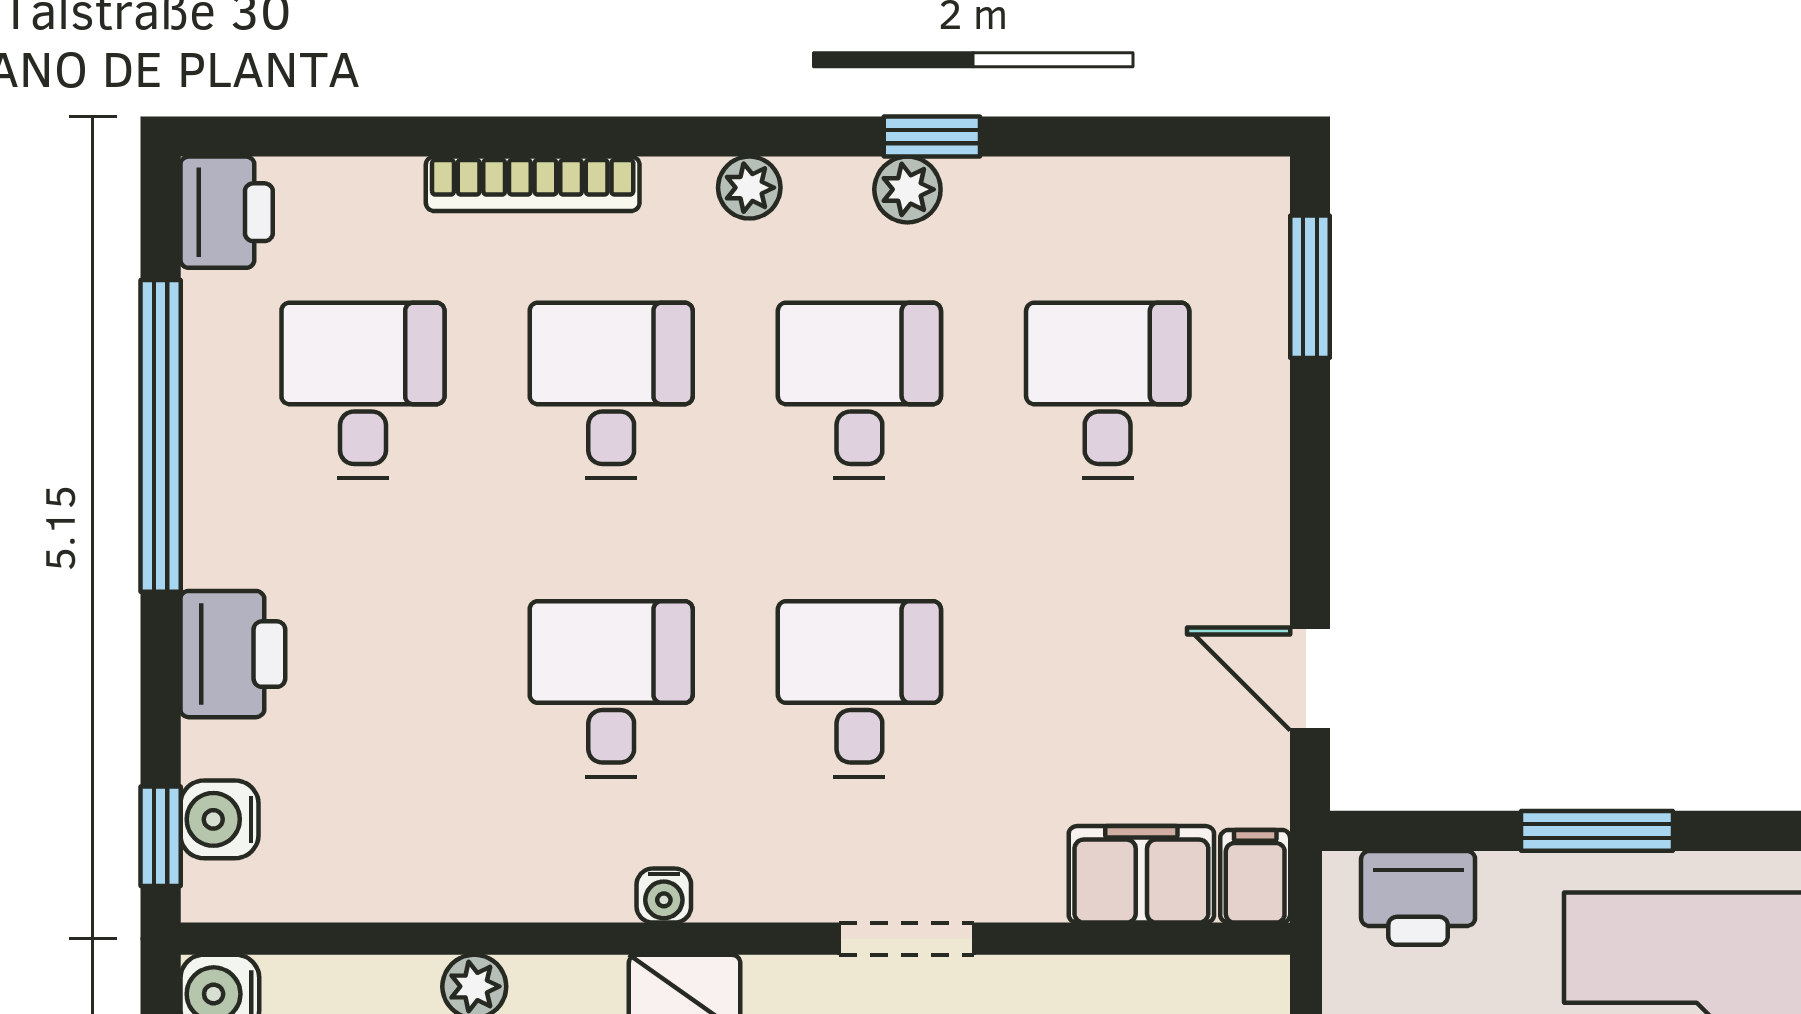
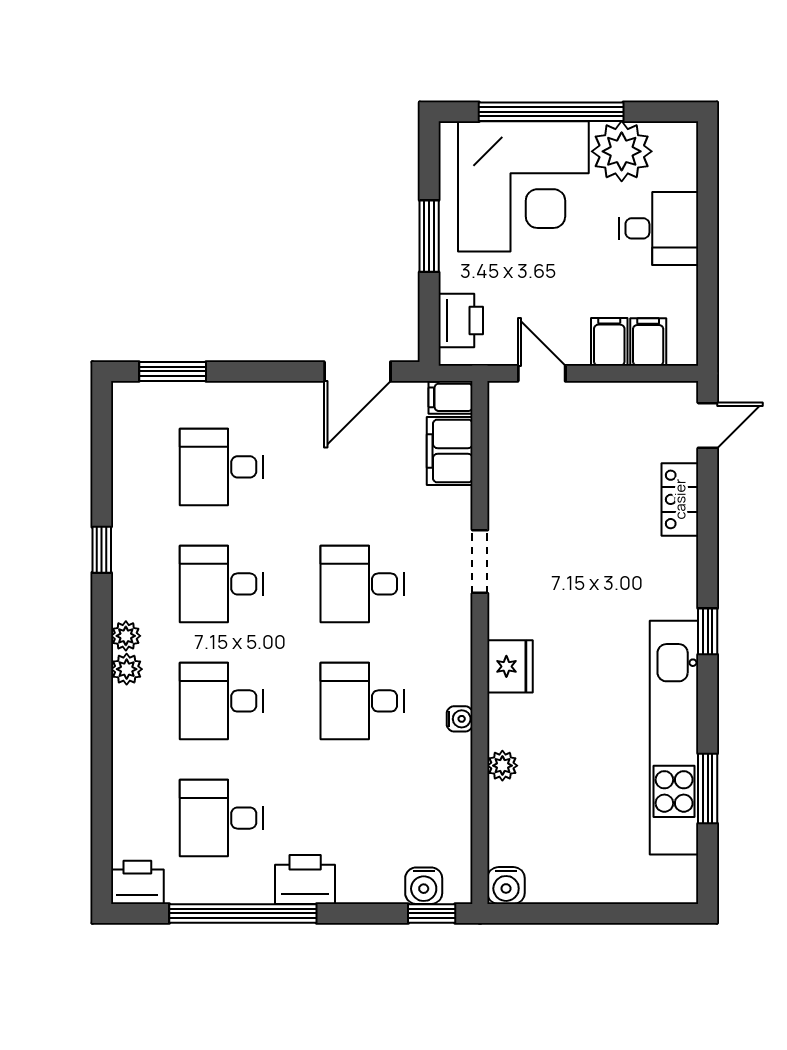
bookcase: (533, 184) -> (124, 738), removed
plant: (907, 189) -> (127, 669), moved
printer: (233, 654) -> (305, 879), moved
door: (1310, 679) -> (357, 371), width x1.38
water cooler: (664, 896) -> (460, 719), moved

